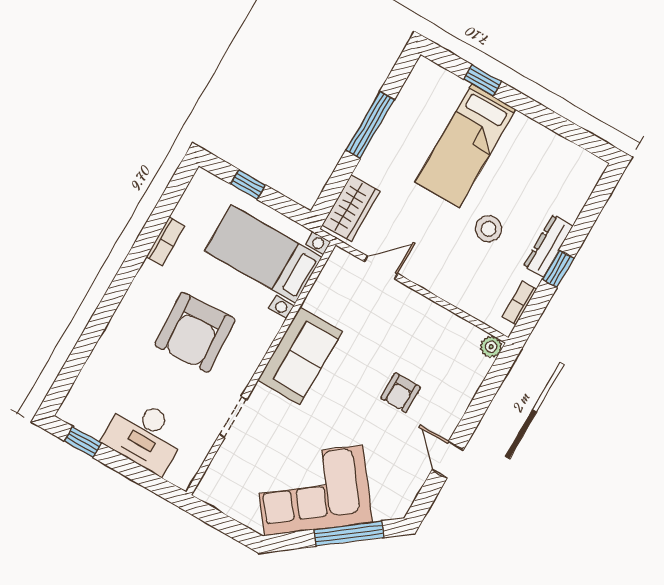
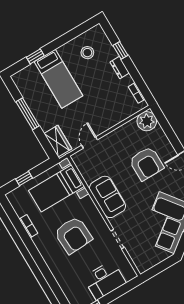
stool: (489, 229) -> (87, 53), moved
dresser: (548, 246) -> (120, 68), width x0.70
window: (558, 269) -> (120, 50), moved
plant: (491, 347) -> (147, 121), width x1.87, depth x1.87
armchair: (400, 393) -> (146, 163), width x1.88, depth x1.88

